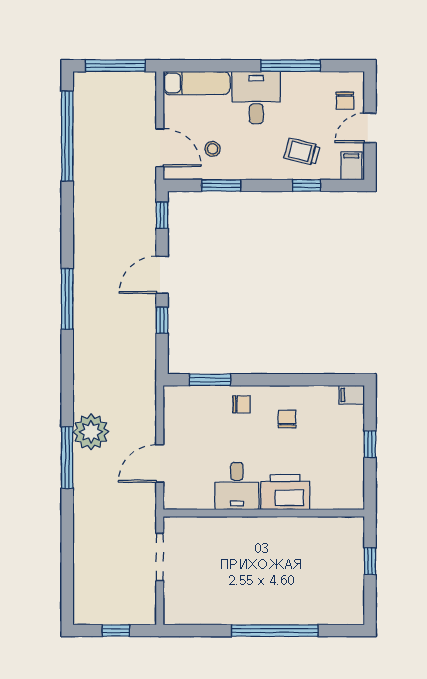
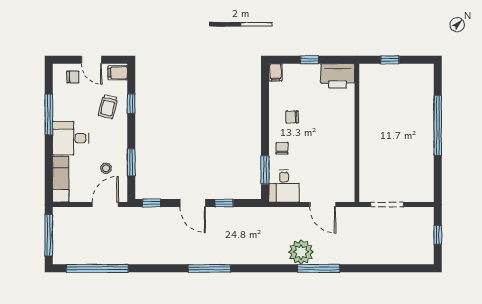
desk: (237, 486) -> (284, 186), moved, turned 90
printer: (285, 492) -> (338, 76), moved, turned -90

